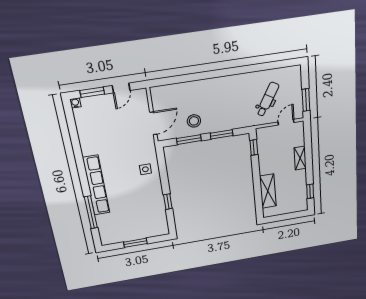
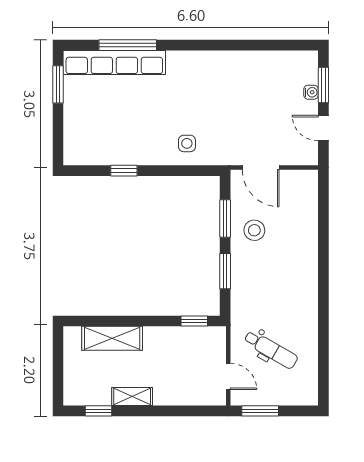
water cooler: (75, 103) -> (311, 92), moved
shelving: (300, 158) -> (132, 397), moved
row of seats: (96, 185) -> (114, 63), moved
window: (135, 243) -> (58, 84), moved

